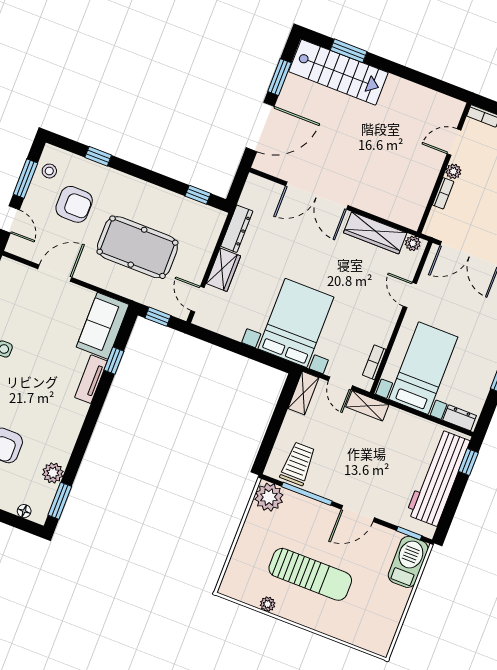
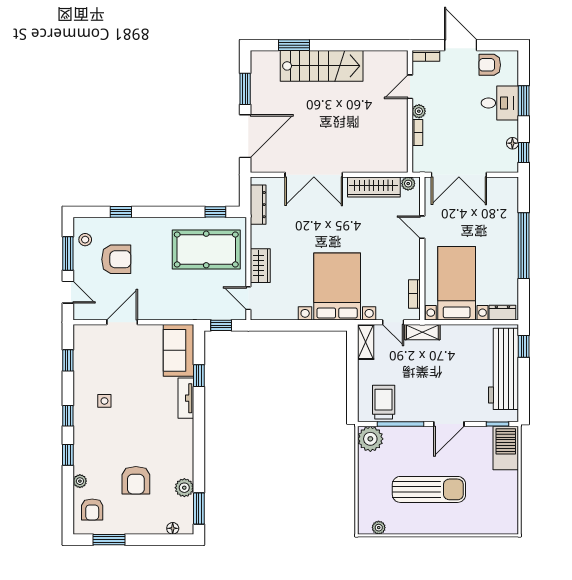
stairs: (338, 72) -> (322, 66), moved
dresser: (237, 229) -> (258, 205), moved
pool table: (137, 247) -> (206, 249), moved
plant: (268, 604) -> (379, 528), moved

